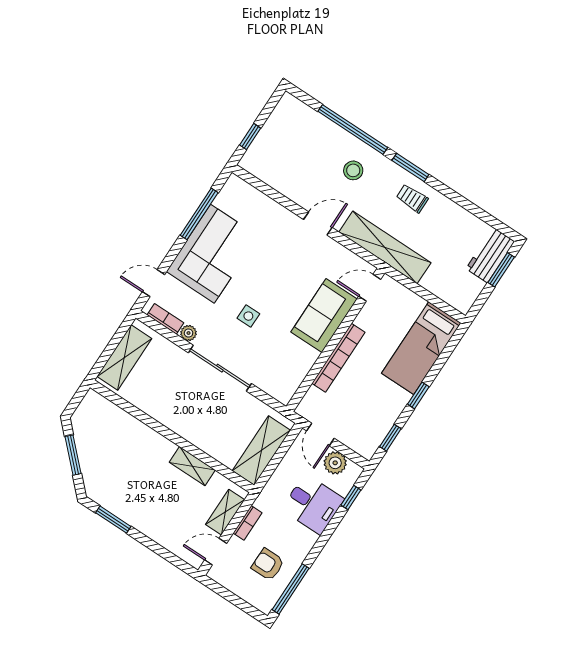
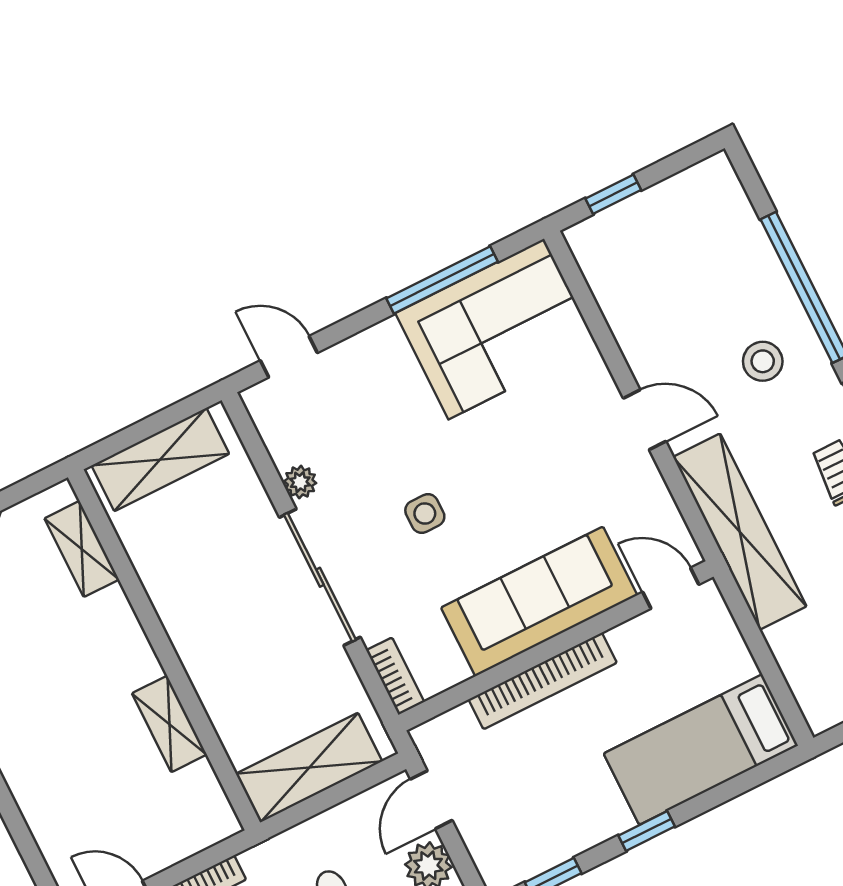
corner sofa: (212, 254) -> (496, 329), moved
sofa: (324, 315) -> (539, 601), width x1.36
bookcase: (165, 319) -> (395, 676), moved
shelving: (225, 512) -> (82, 549), moved, turned 90

